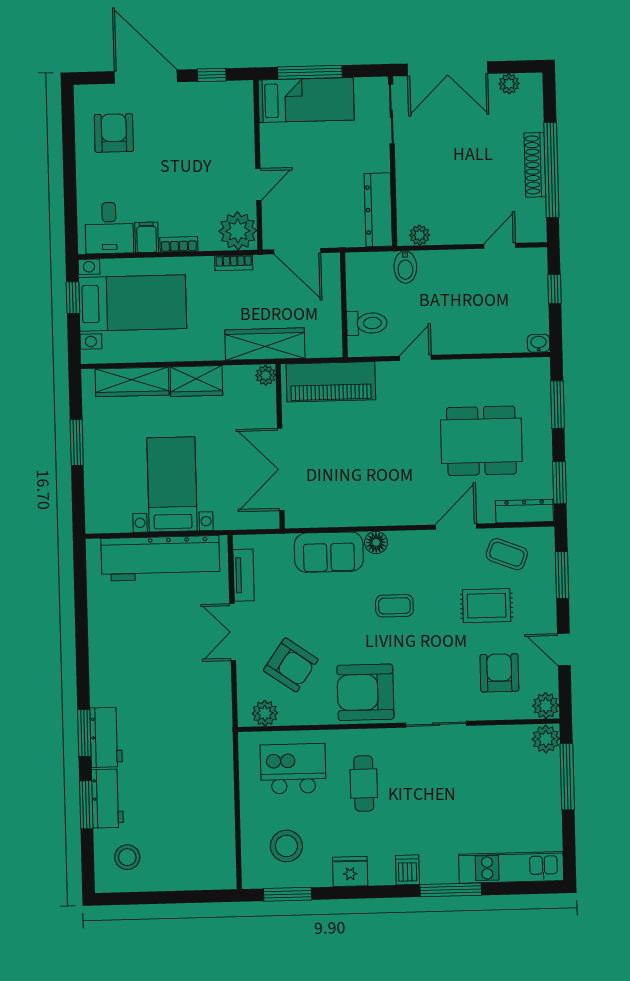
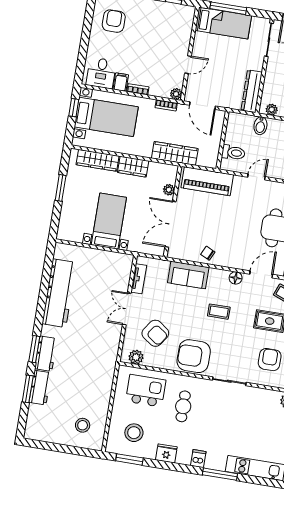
plant: (238, 231) -> (176, 94), width x0.53, depth x0.53
plant: (266, 375) -> (169, 190), moved
chair: (356, 507) -> (208, 253), added
floor lamp: (376, 542) -> (236, 278), moved
workbench: (160, 558) -> (59, 293), moved, turned -90
stool: (127, 857) -> (83, 425), moved

